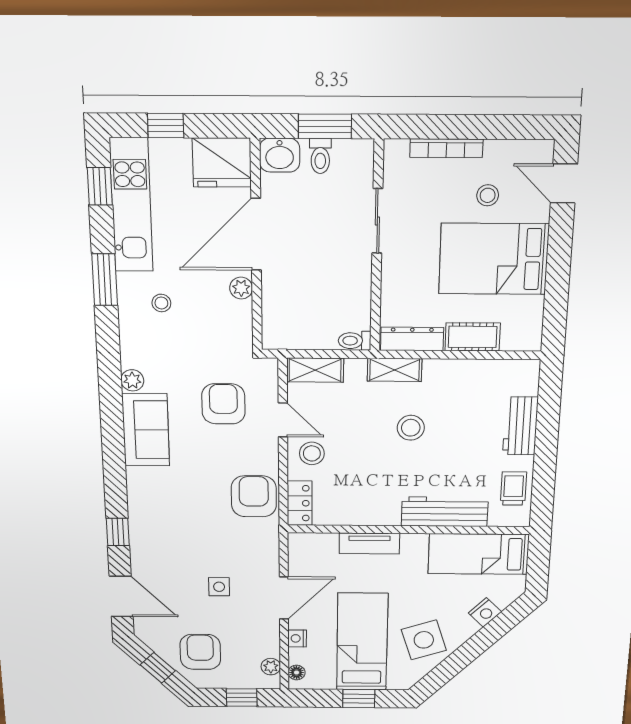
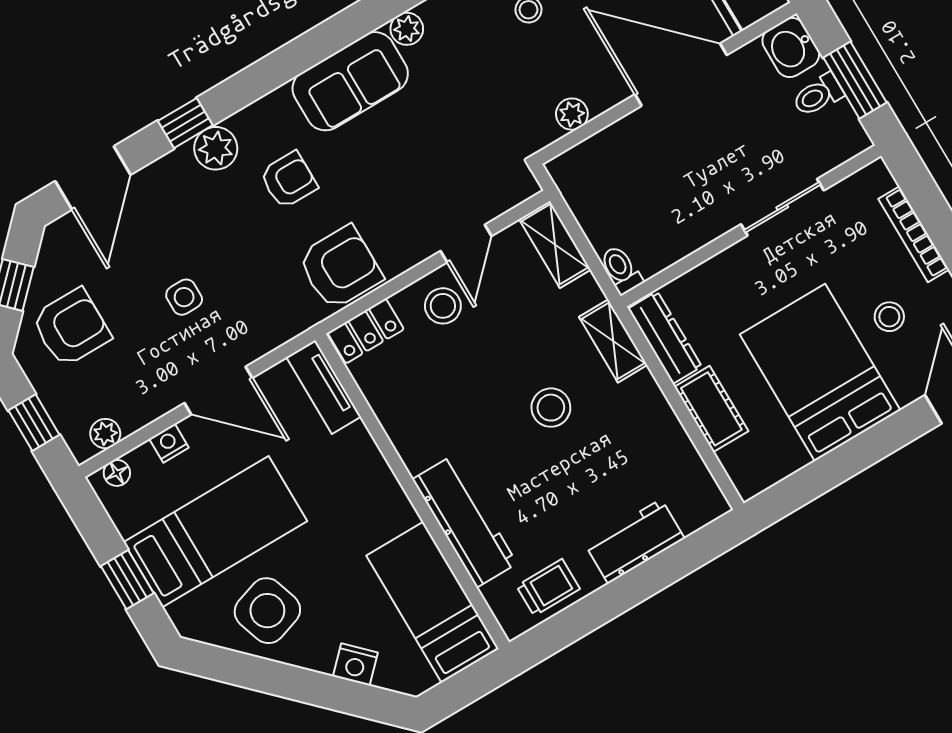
plant: (241, 288) -> (572, 114), moved
armchair: (223, 404) -> (289, 180), moved, width x0.72, depth x0.72
plant: (142, 524) -> (216, 148), added
tv unit: (369, 543) -> (324, 387), moved

